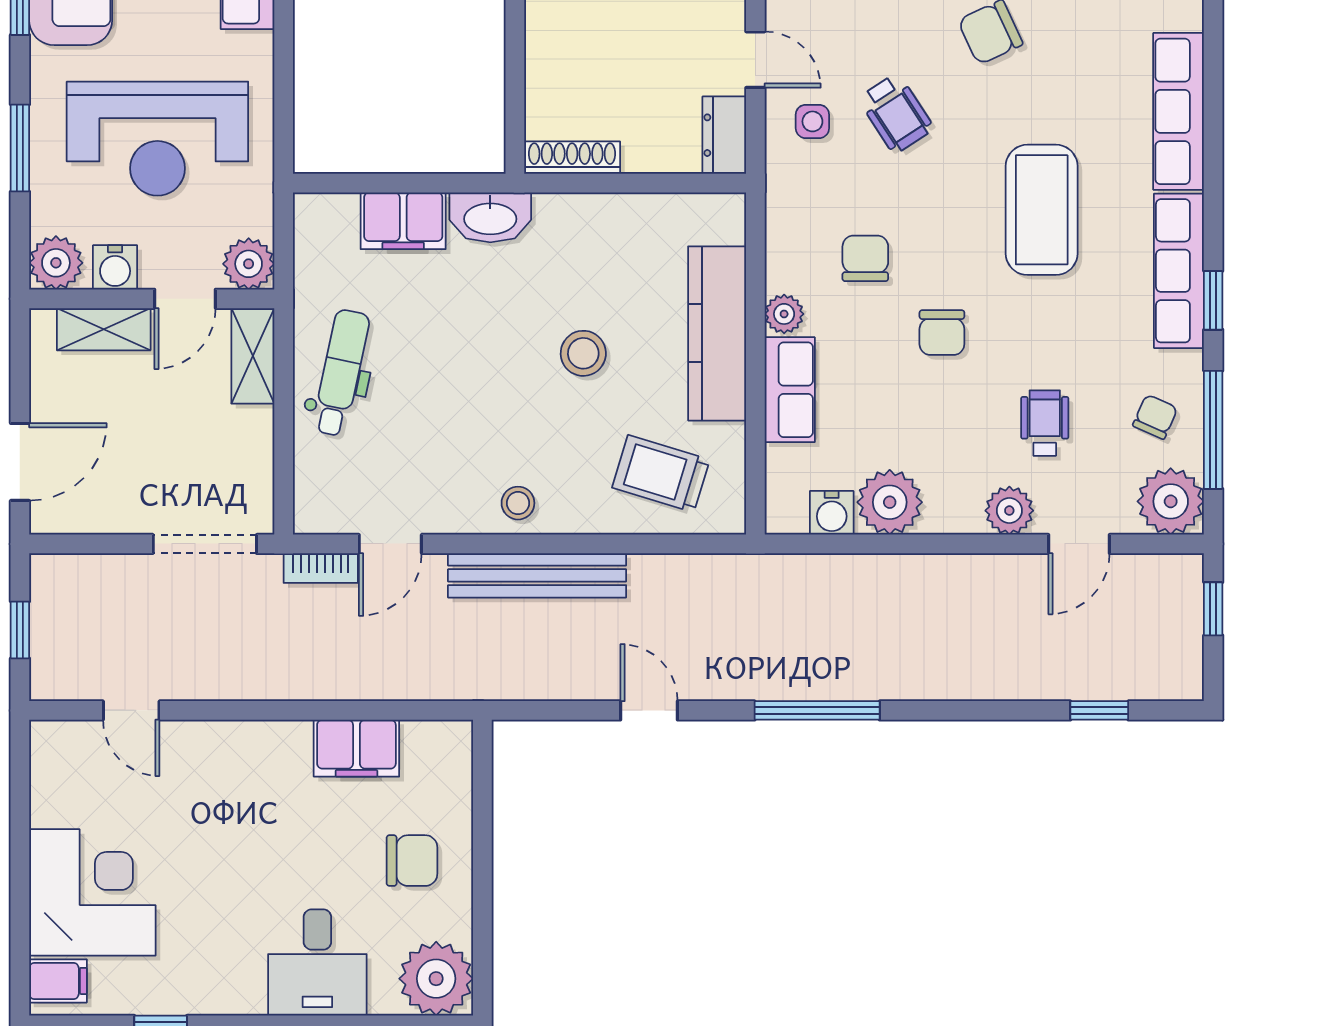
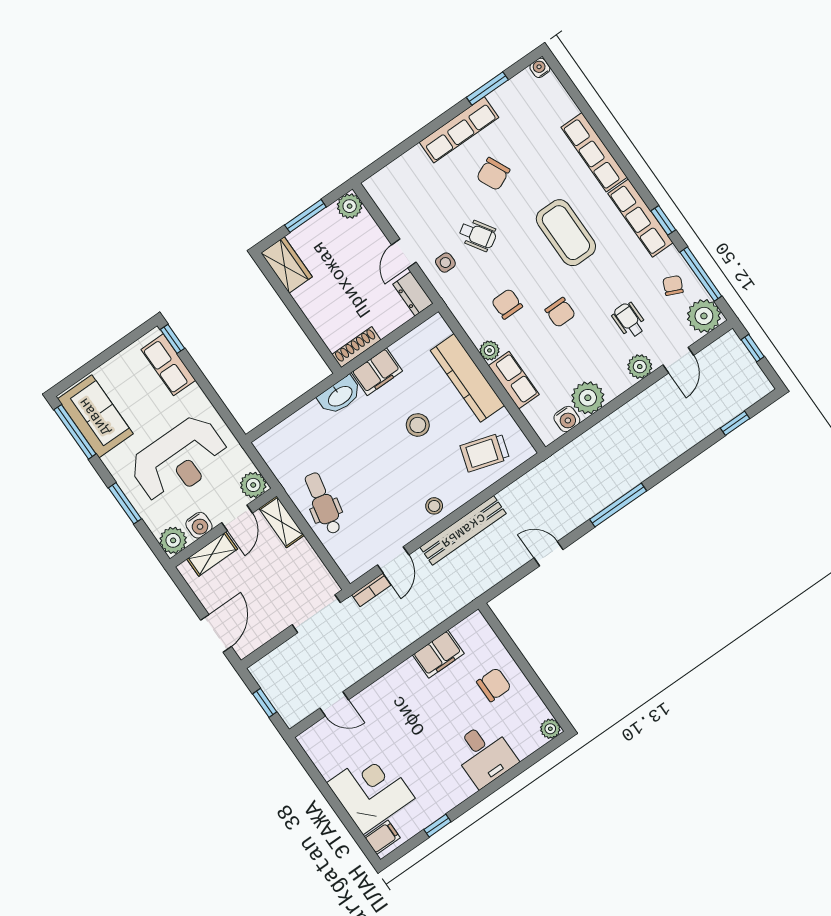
door: (755, 60) -> (404, 253), swing flipped
filing cabinet: (403, 221) -> (377, 372), moved
plant: (436, 979) -> (550, 729), width x0.53, depth x0.53

